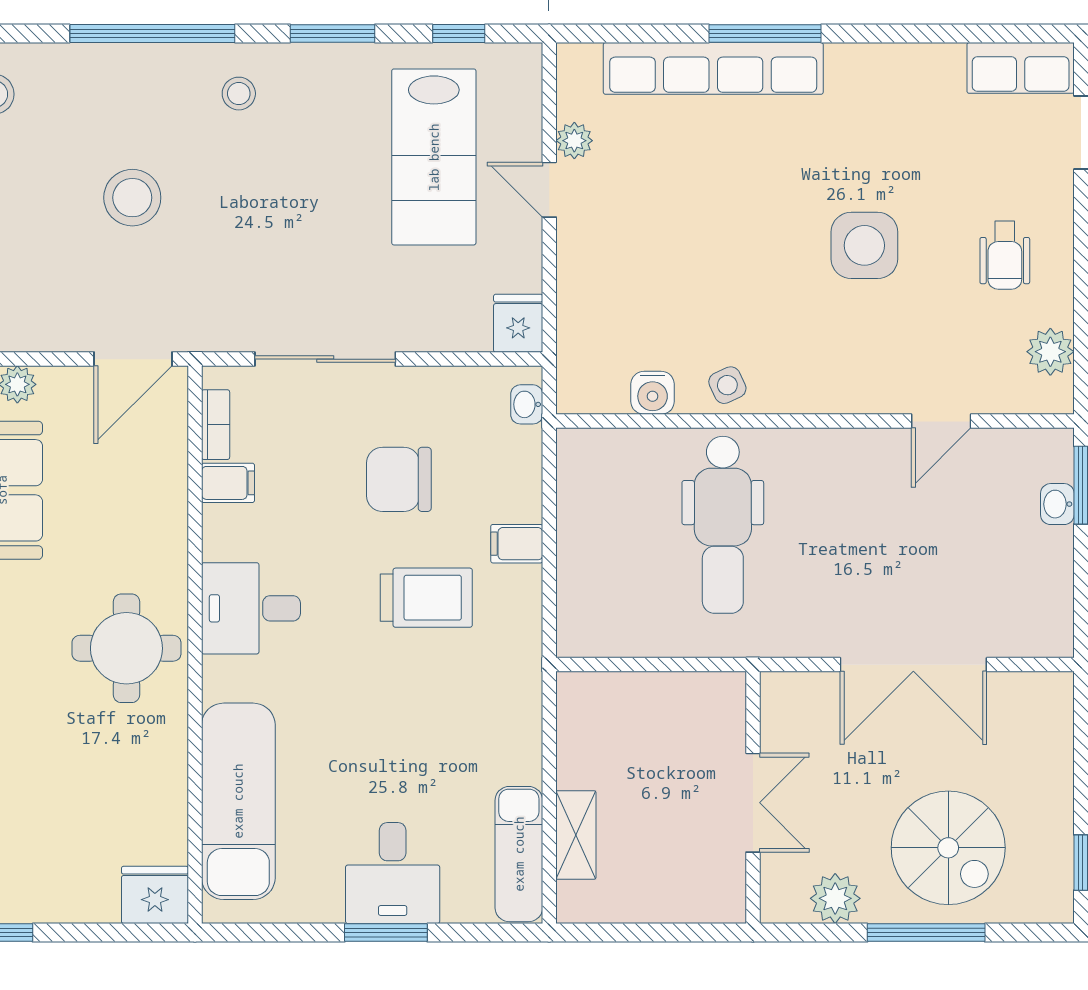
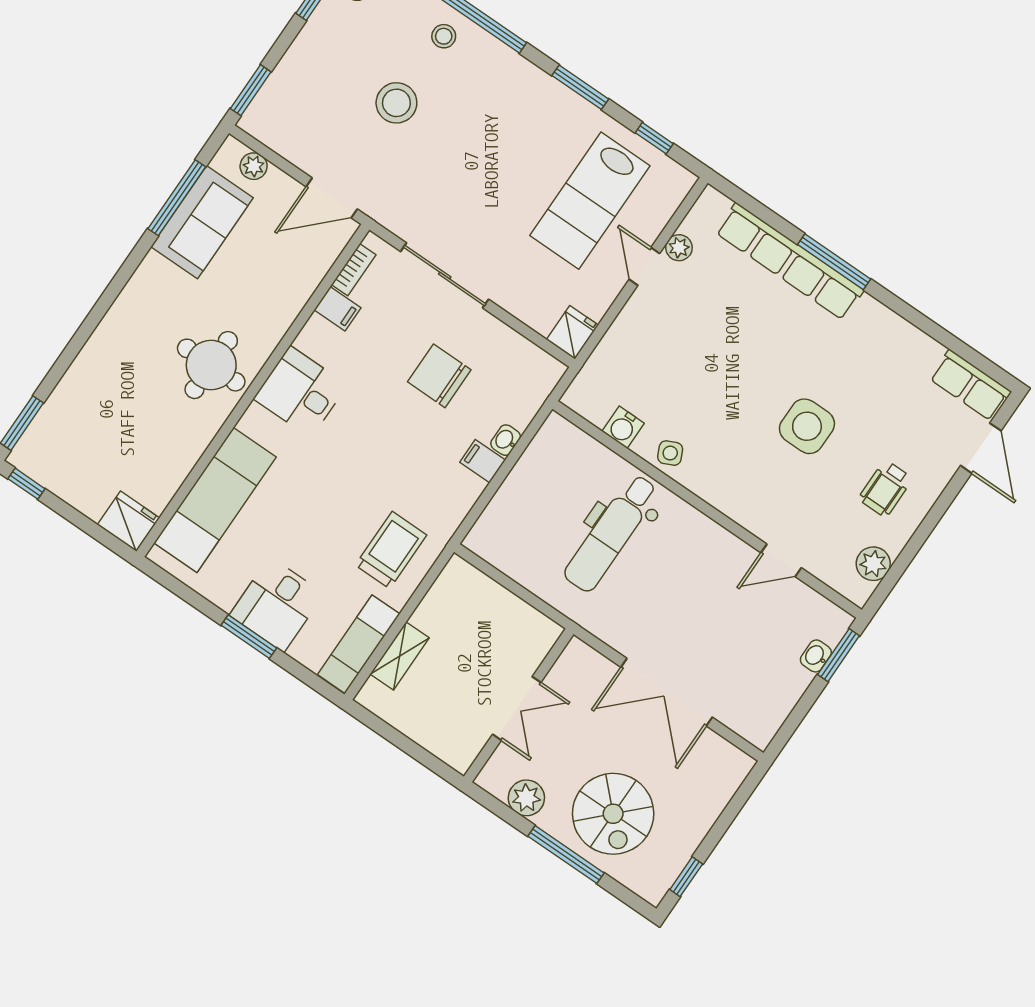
stool: (239, 94) -> (444, 36), moved
washbasin: (527, 404) -> (506, 440), moved
trolley: (426, 598) -> (391, 550), moved, turned -90

